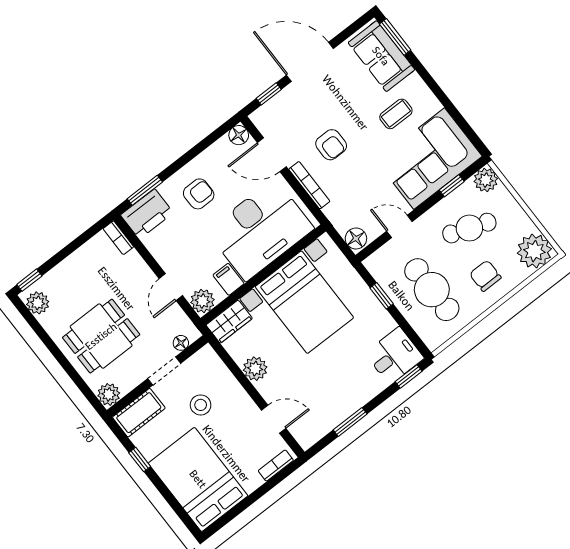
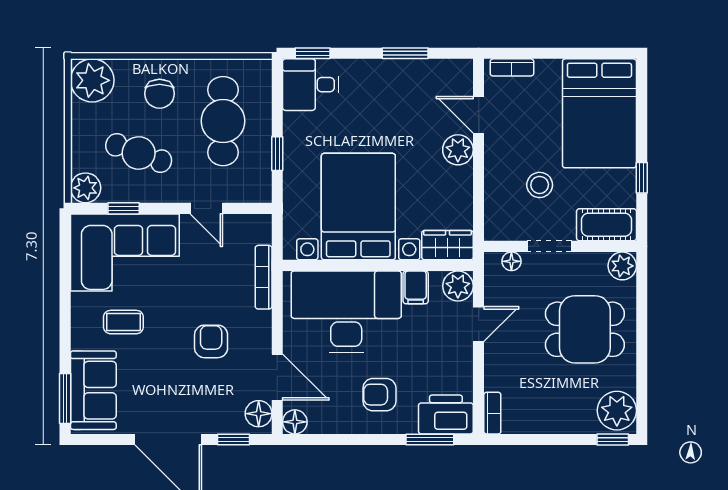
bookcase: (309, 185) -> (264, 277), moved
floor lamp: (356, 239) -> (259, 414), moved
plant: (38, 303) -> (617, 411), width x1.36, depth x1.36
plant: (255, 369) -> (458, 150), moved

